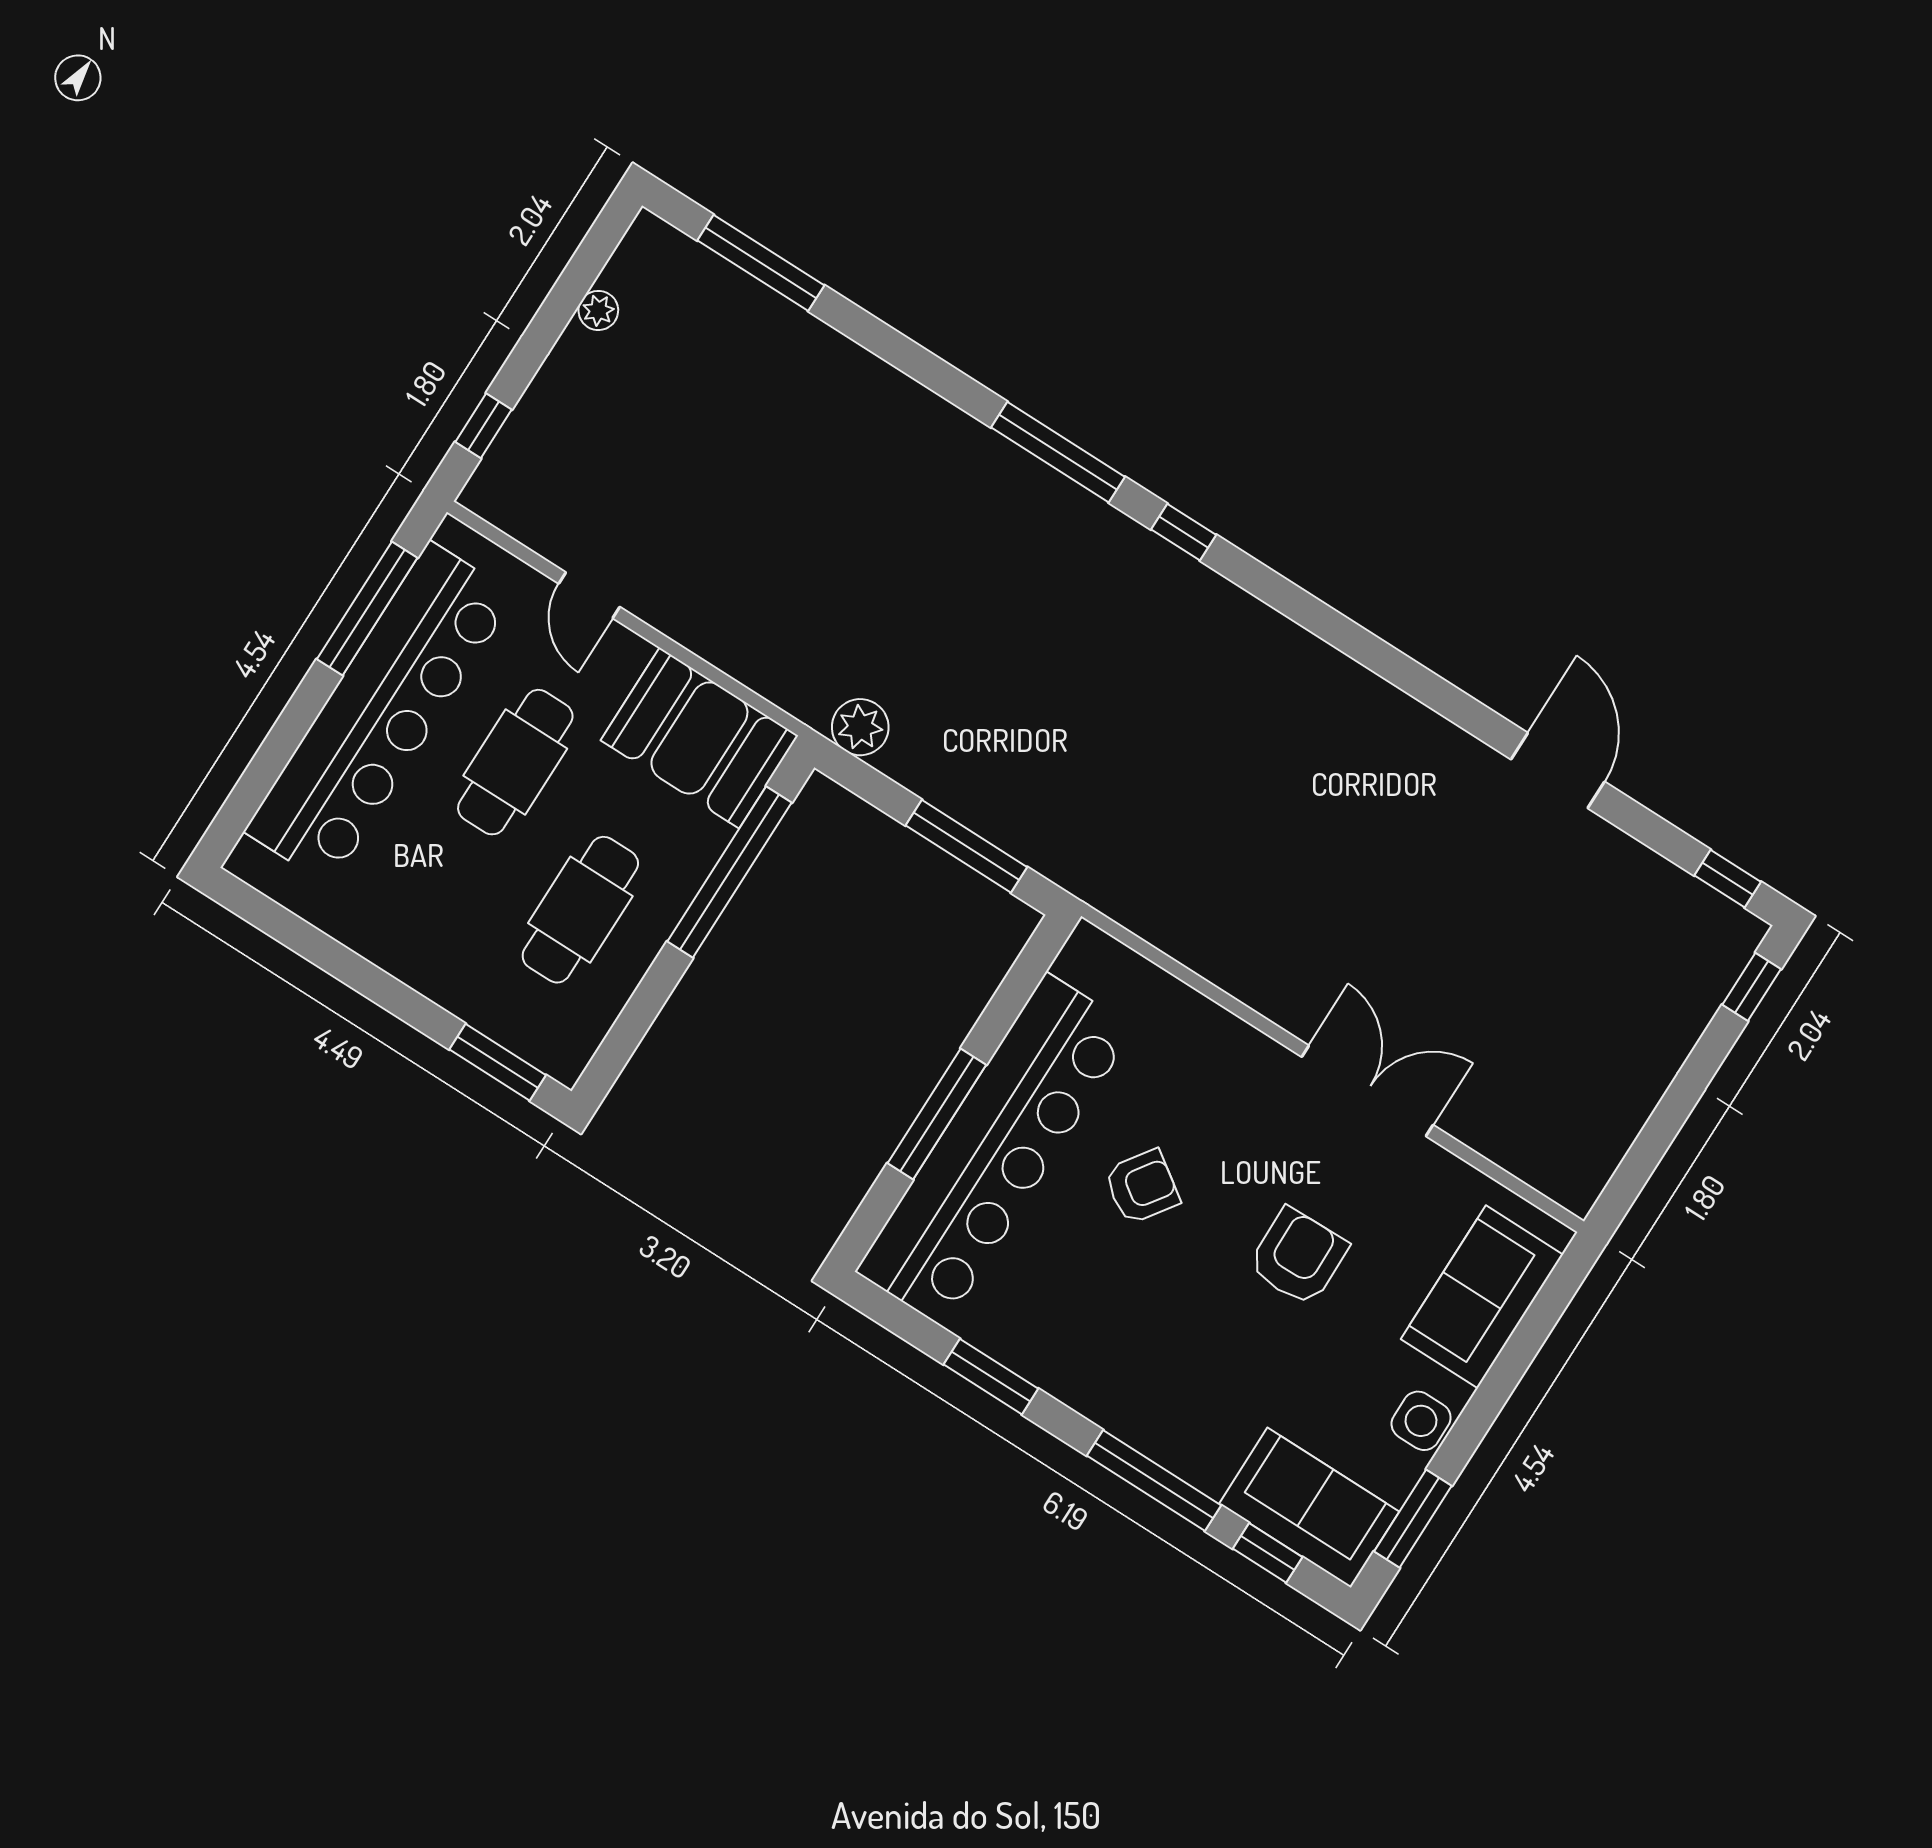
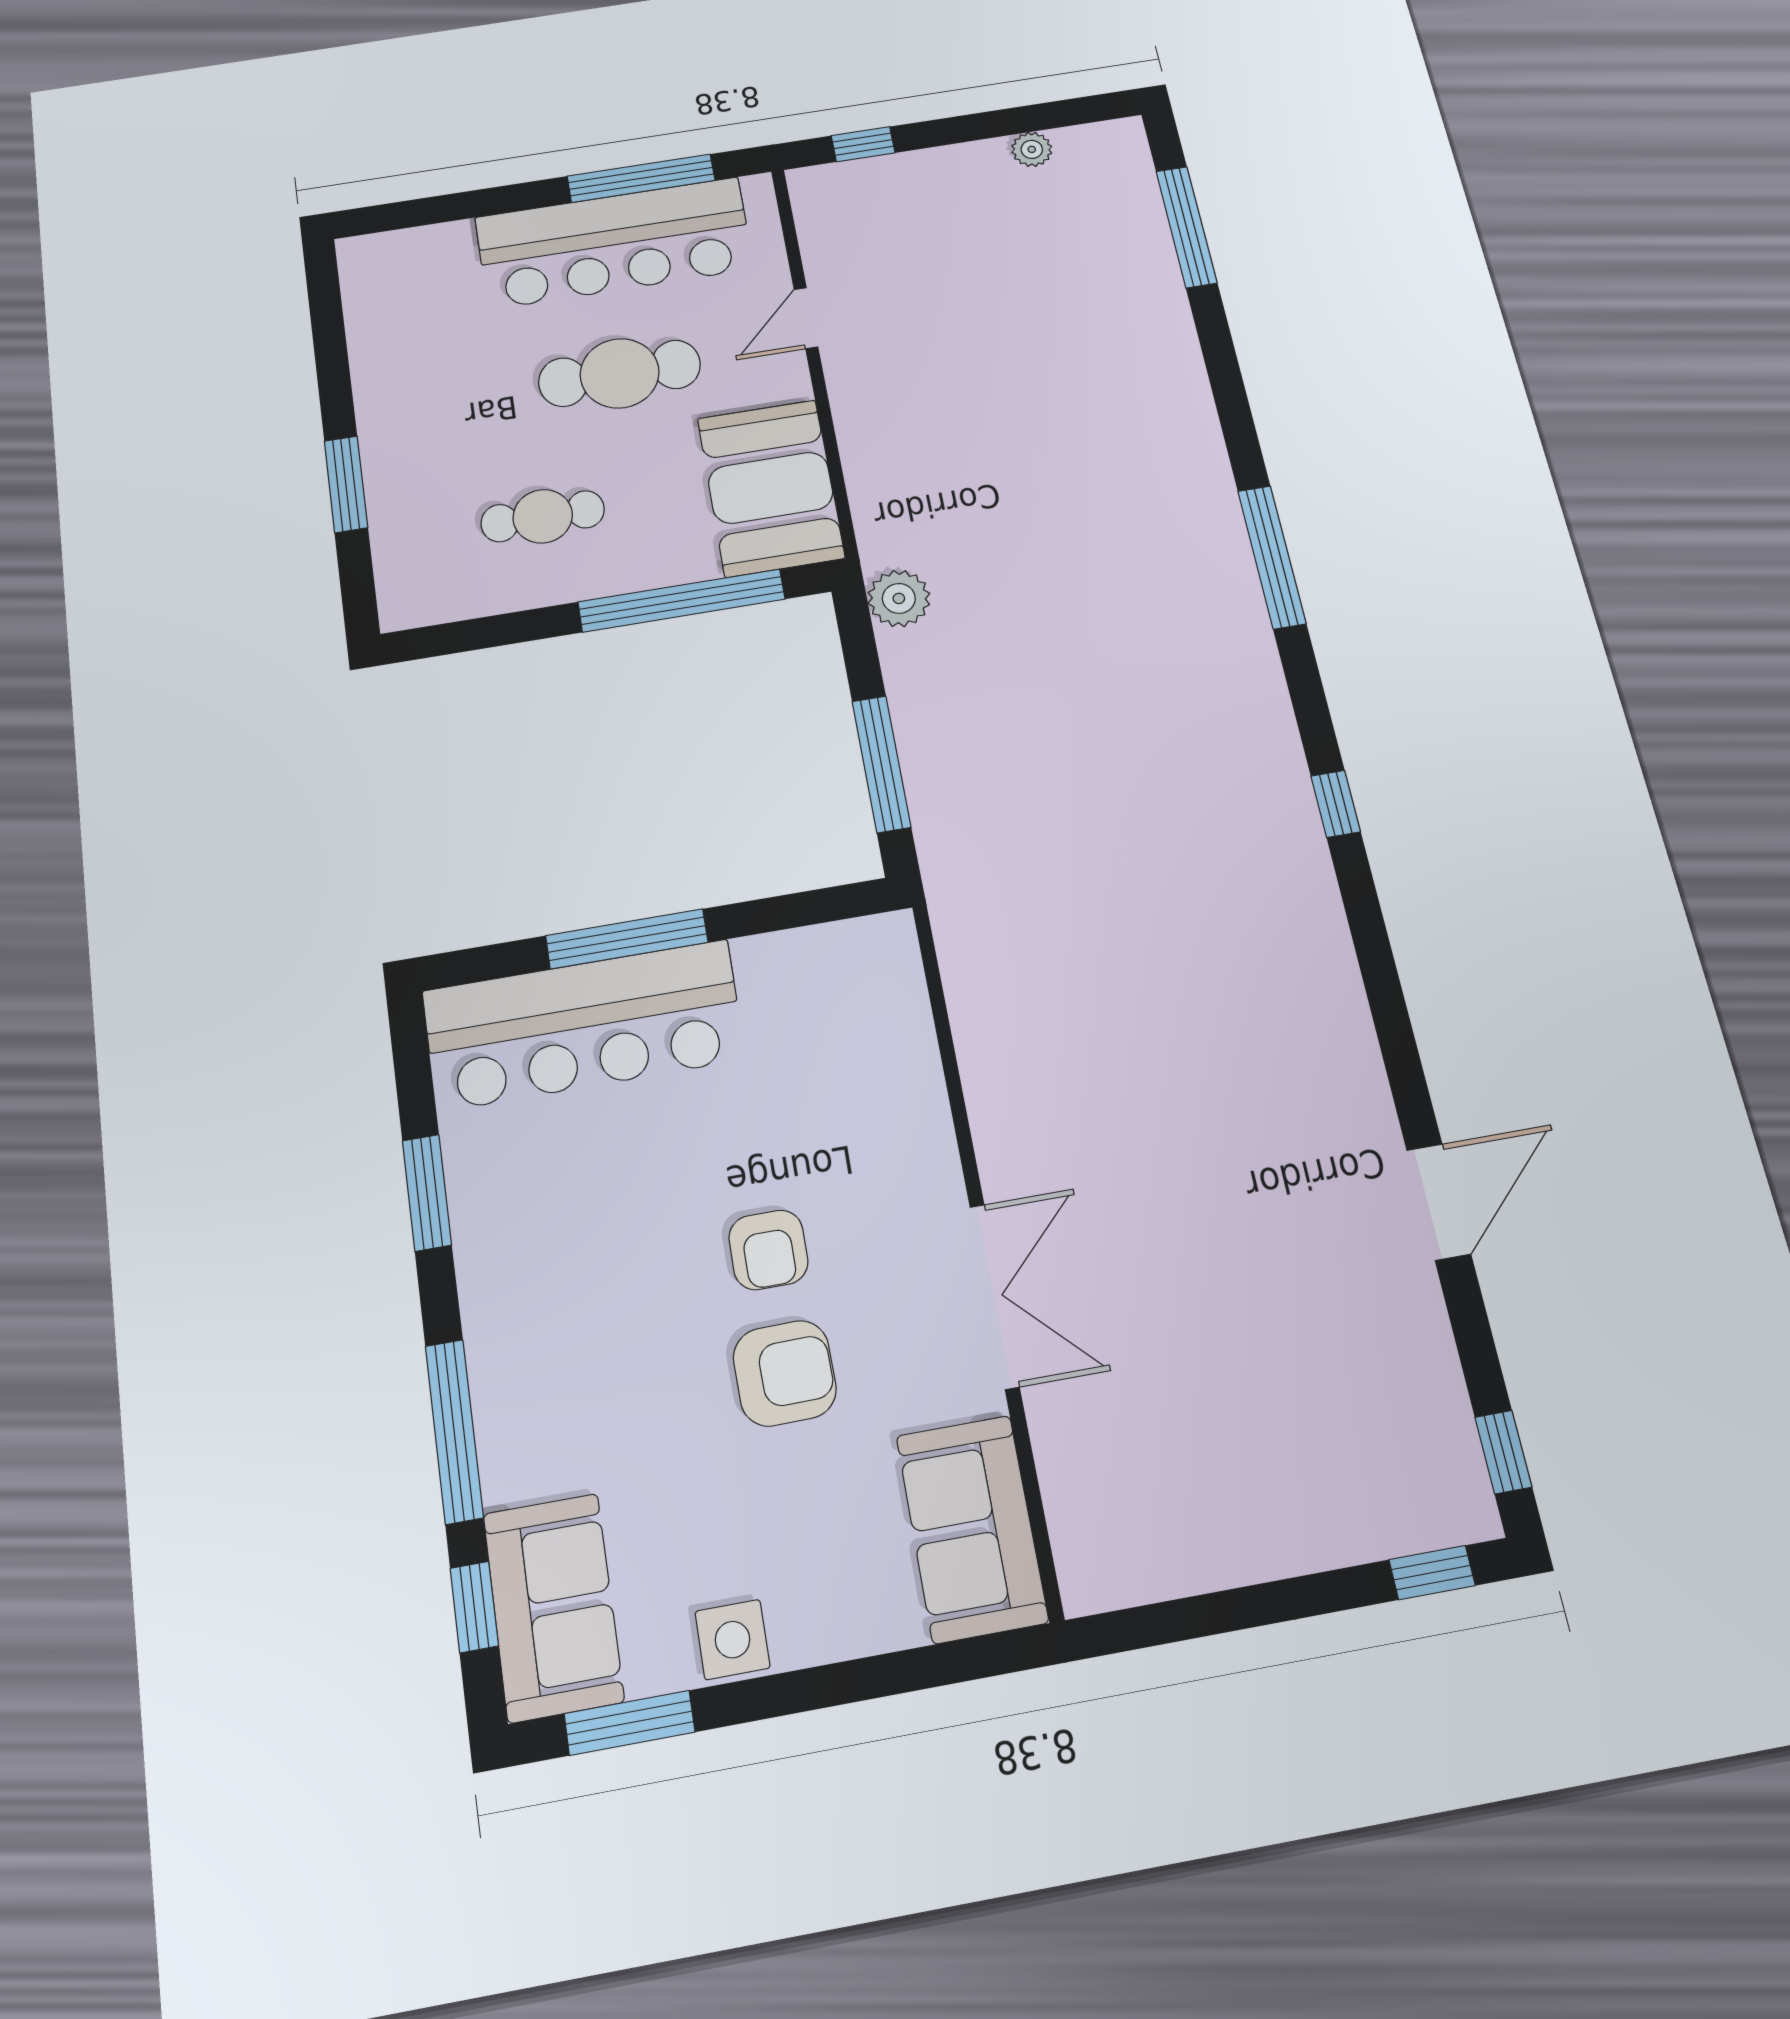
window: (1184, 532) -> (1336, 804), moved
bar counter: (380, 713) -> (614, 243), width x0.73
cafe table: (580, 910) -> (543, 516), width x0.73, depth x0.74
window: (498, 1062) -> (346, 484), moved
bar counter: (995, 1150) -> (583, 1025), width x0.73
armchair: (1142, 1187) -> (768, 1250), moved, turned 55
sofa: (1482, 1297) -> (972, 1528), moved, turned -90

